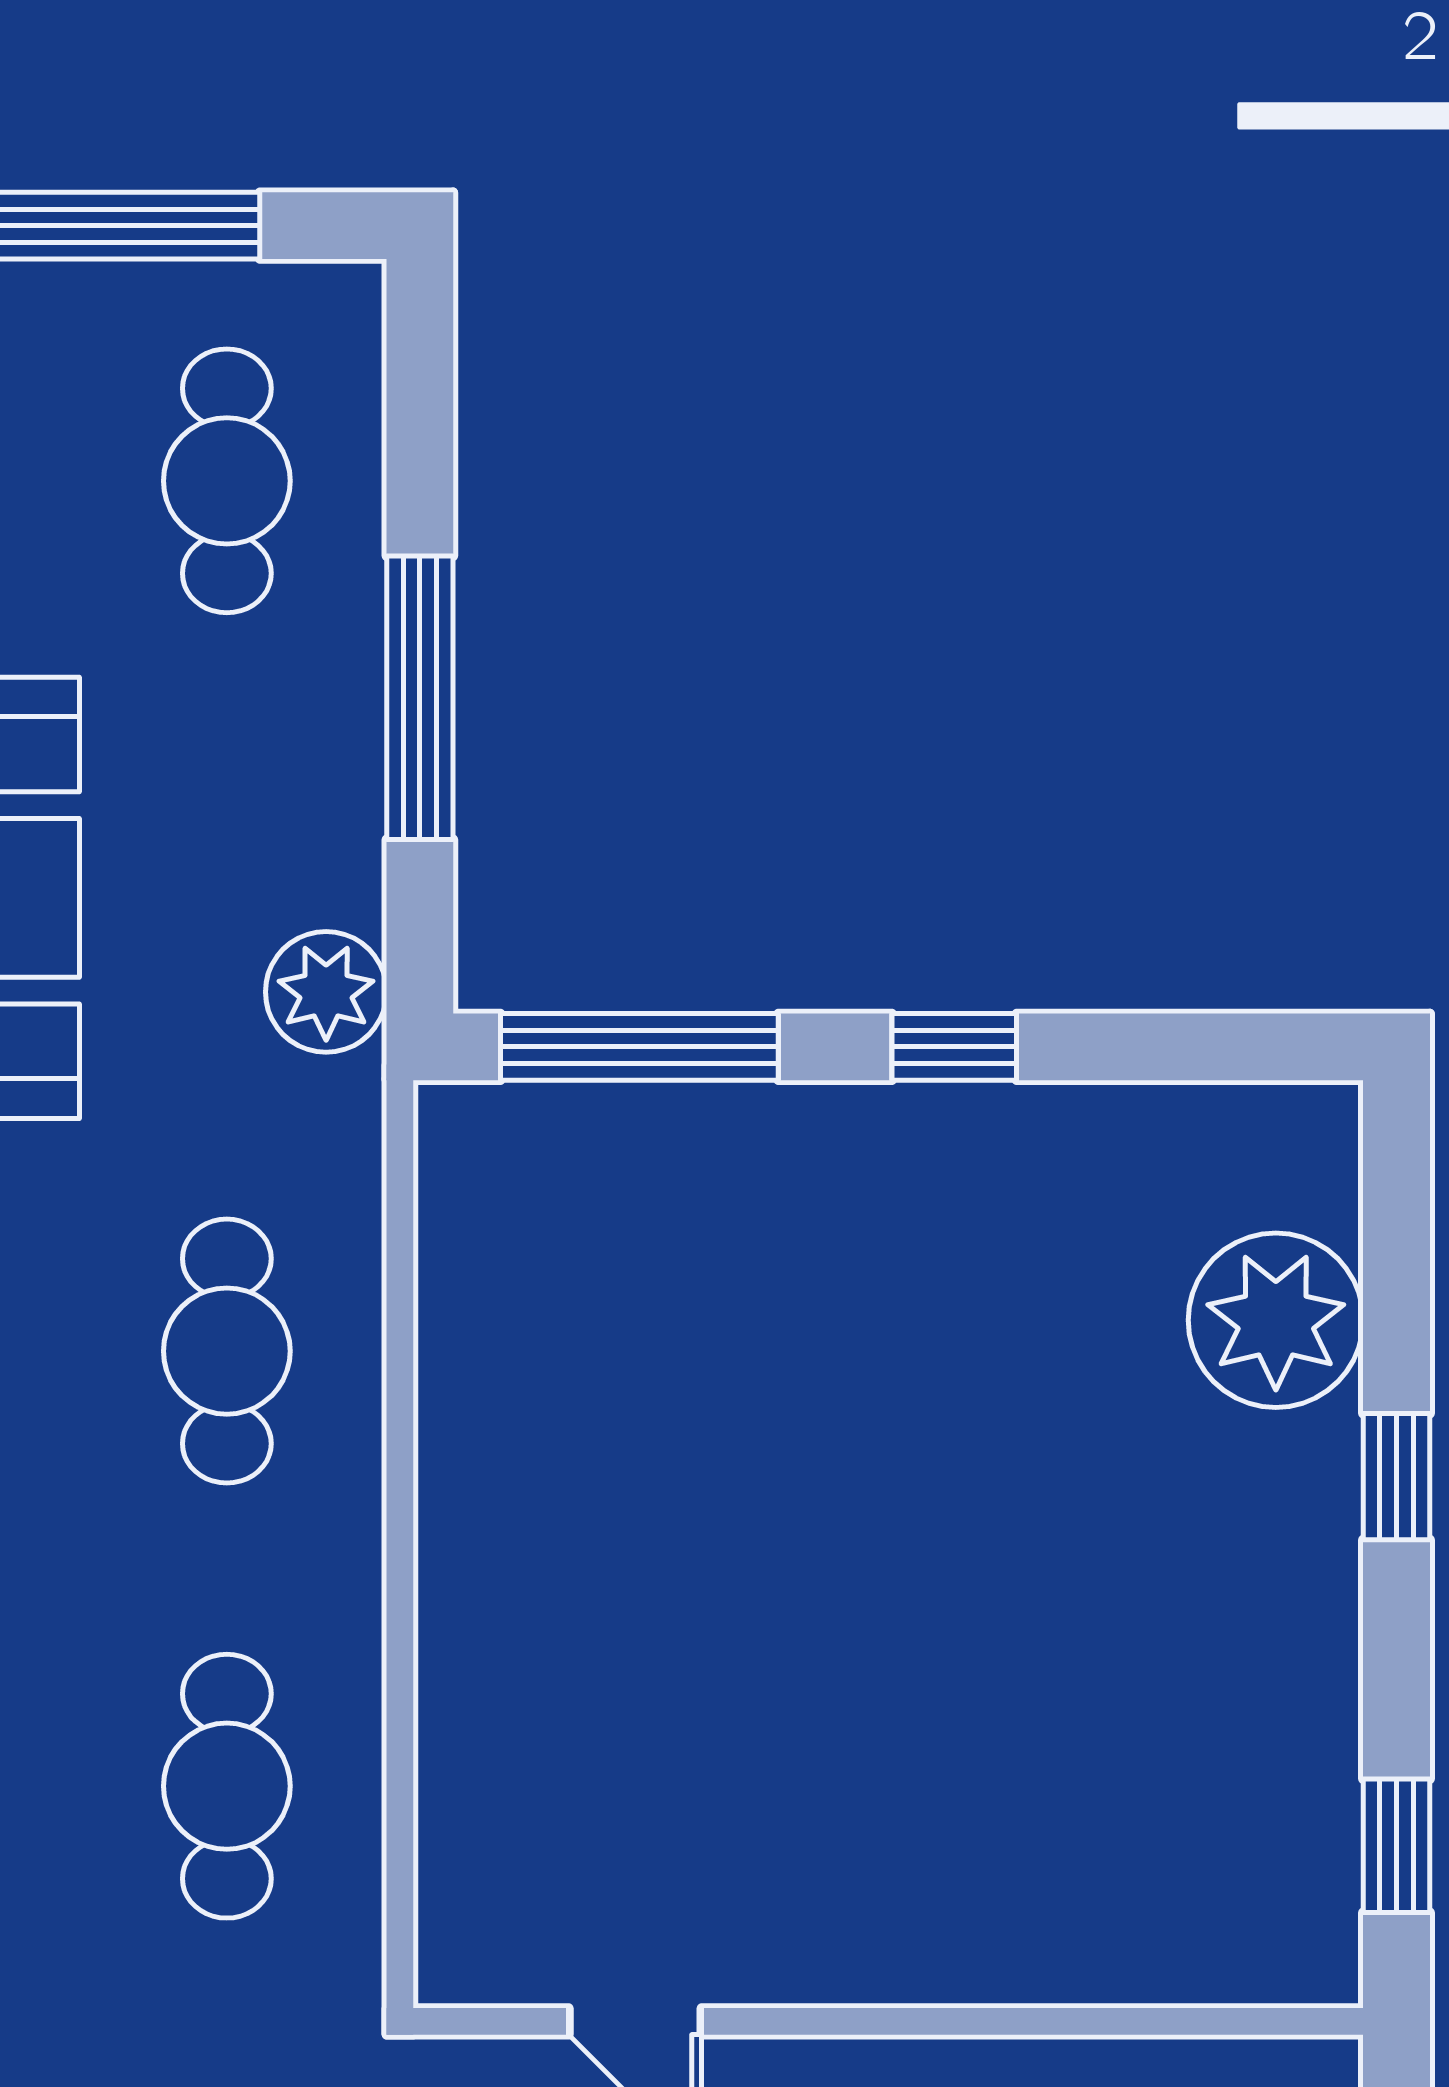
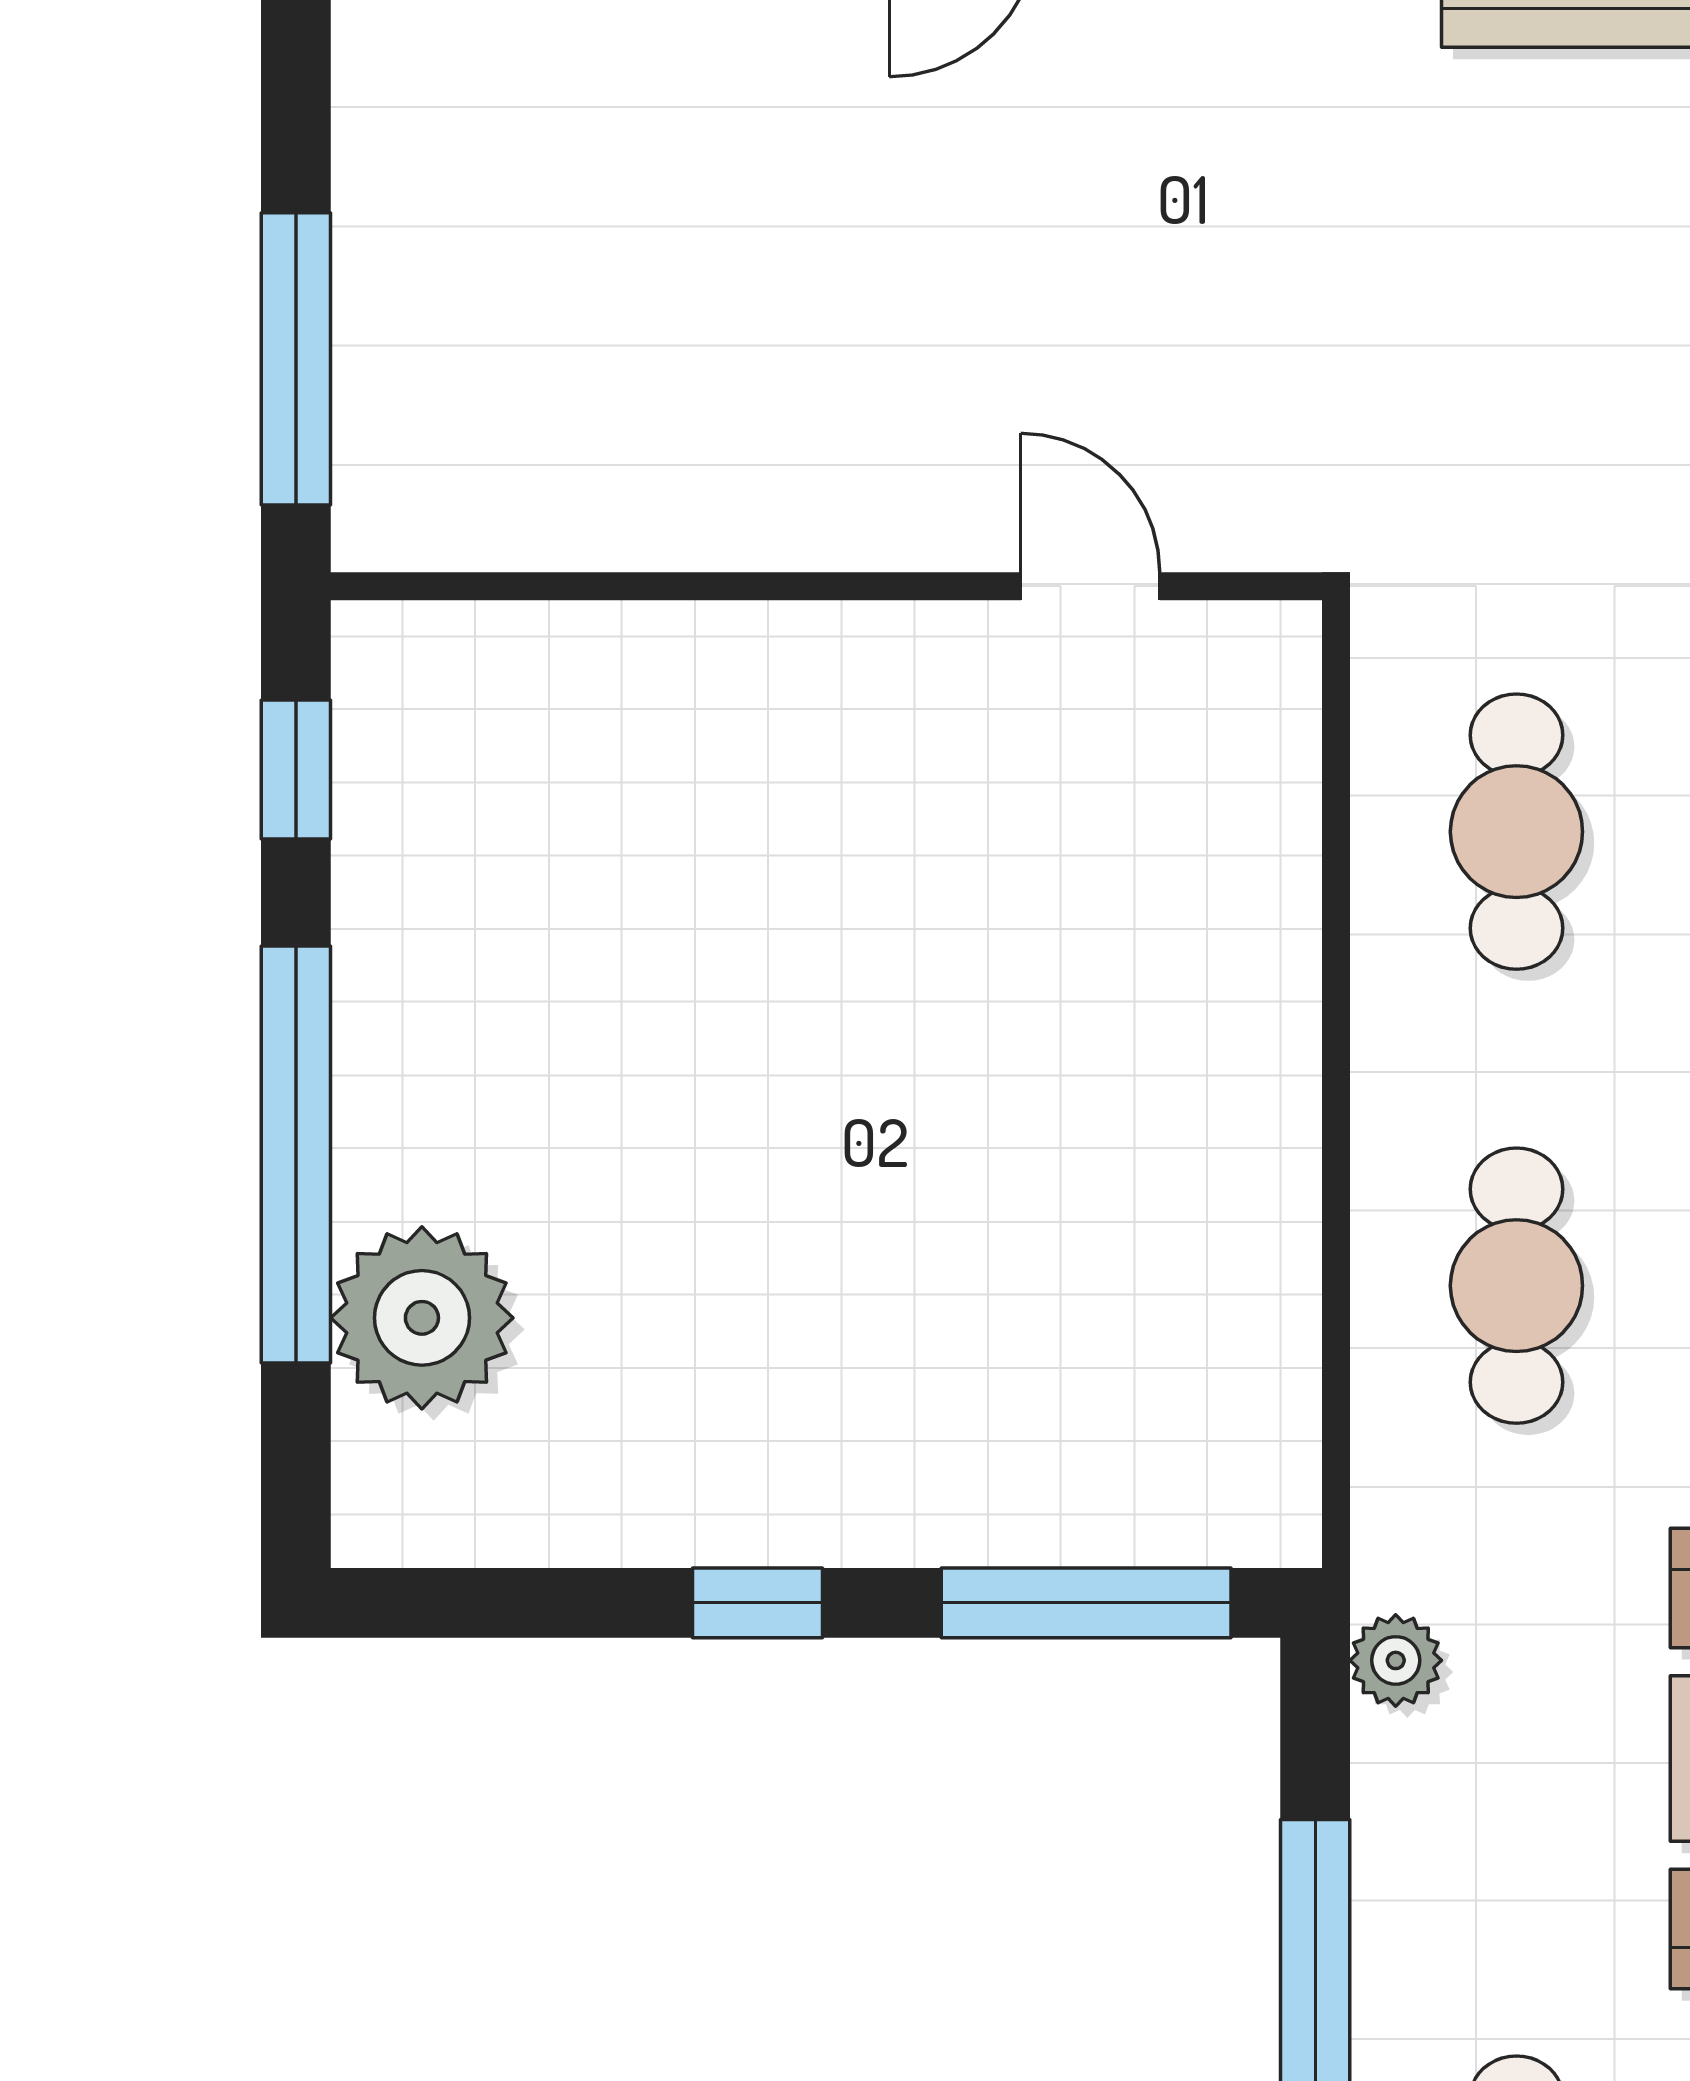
plant: (326, 992) -> (1396, 1660), width x0.73, depth x0.73
window: (1396, 1477) -> (296, 1155), width x3.17

